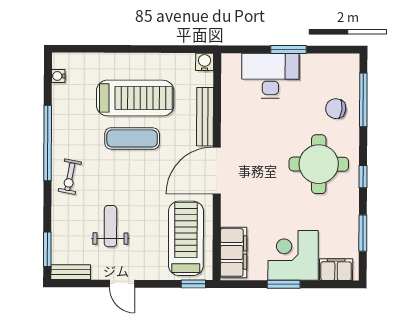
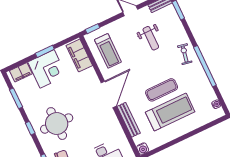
treadmill: (135, 98) -> (170, 112), turned 180
treadmill: (186, 238) -> (108, 51), width x0.73, depth x0.73

